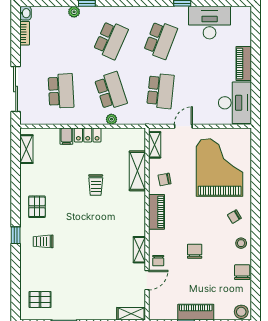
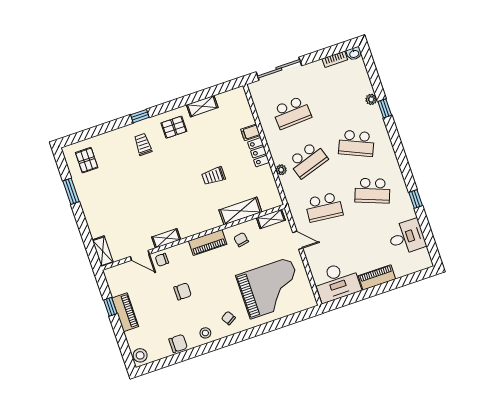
desk: (210, 23) -> (407, 237), width x0.73
shelving: (26, 149) -> (202, 106), moved

